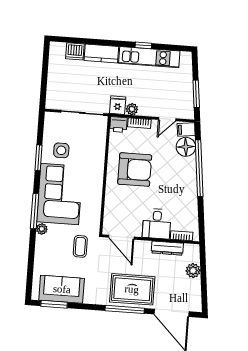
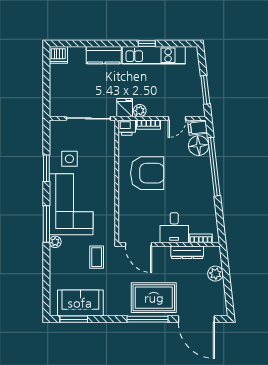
dishwasher: (75, 51) -> (58, 55), moved

